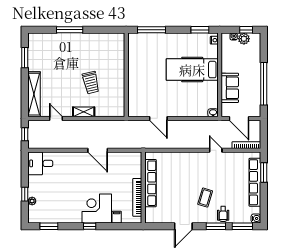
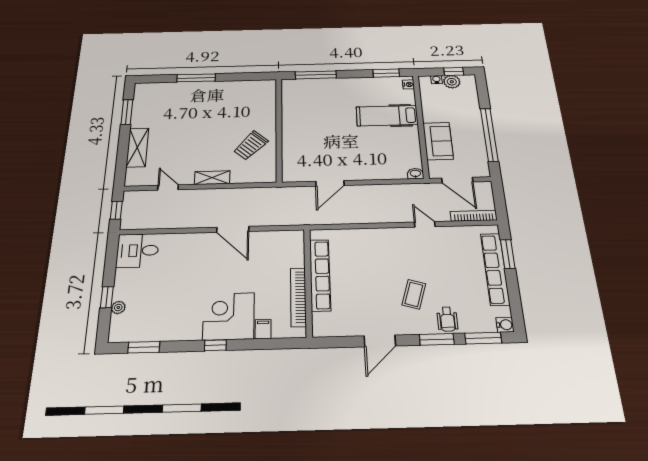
hospital bed: (192, 70) -> (387, 116), width x0.73, depth x0.78
trolley: (91, 83) -> (251, 146), moved, turned 55
shelving: (34, 94) -> (137, 147), width x0.68
door: (158, 118) -> (330, 183), hinge flipped

